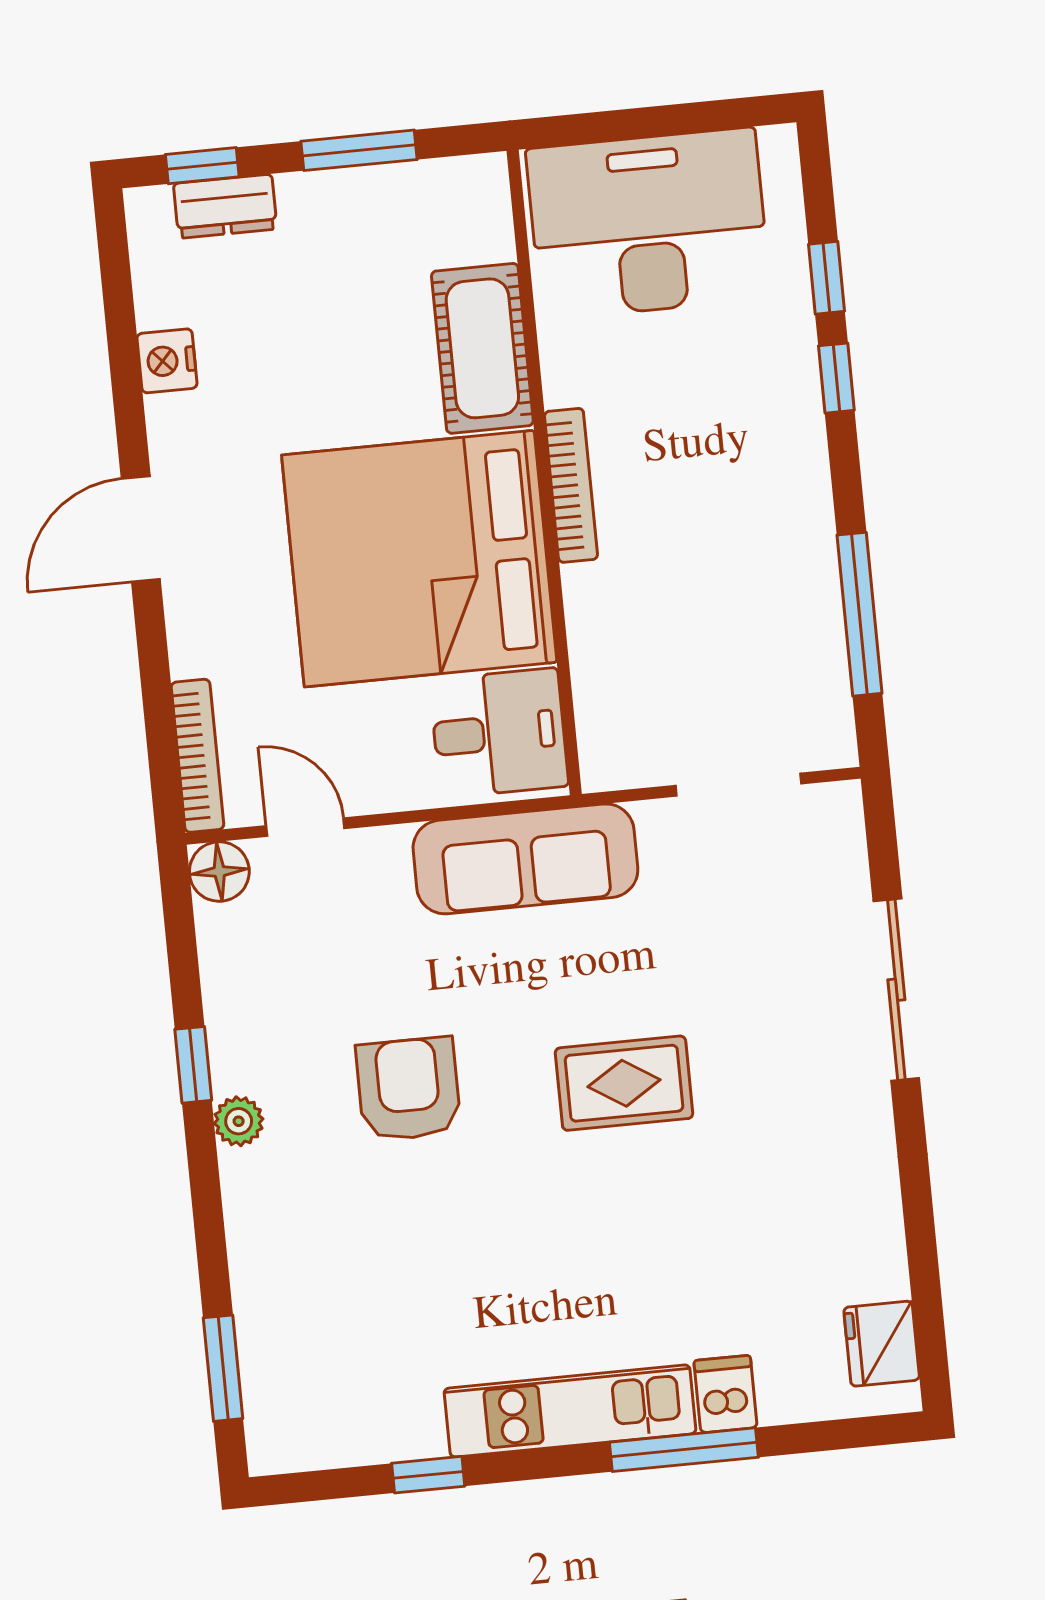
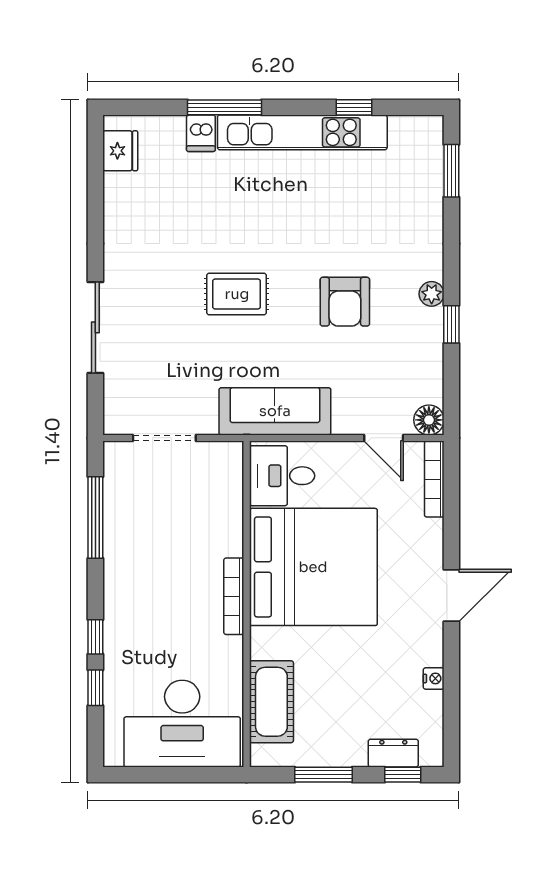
cot: (482, 348) -> (271, 702), moved
nightstand: (167, 361) -> (434, 678), width x0.72, depth x0.74
kitchen unit: (570, 1411) -> (302, 132), width x1.36

